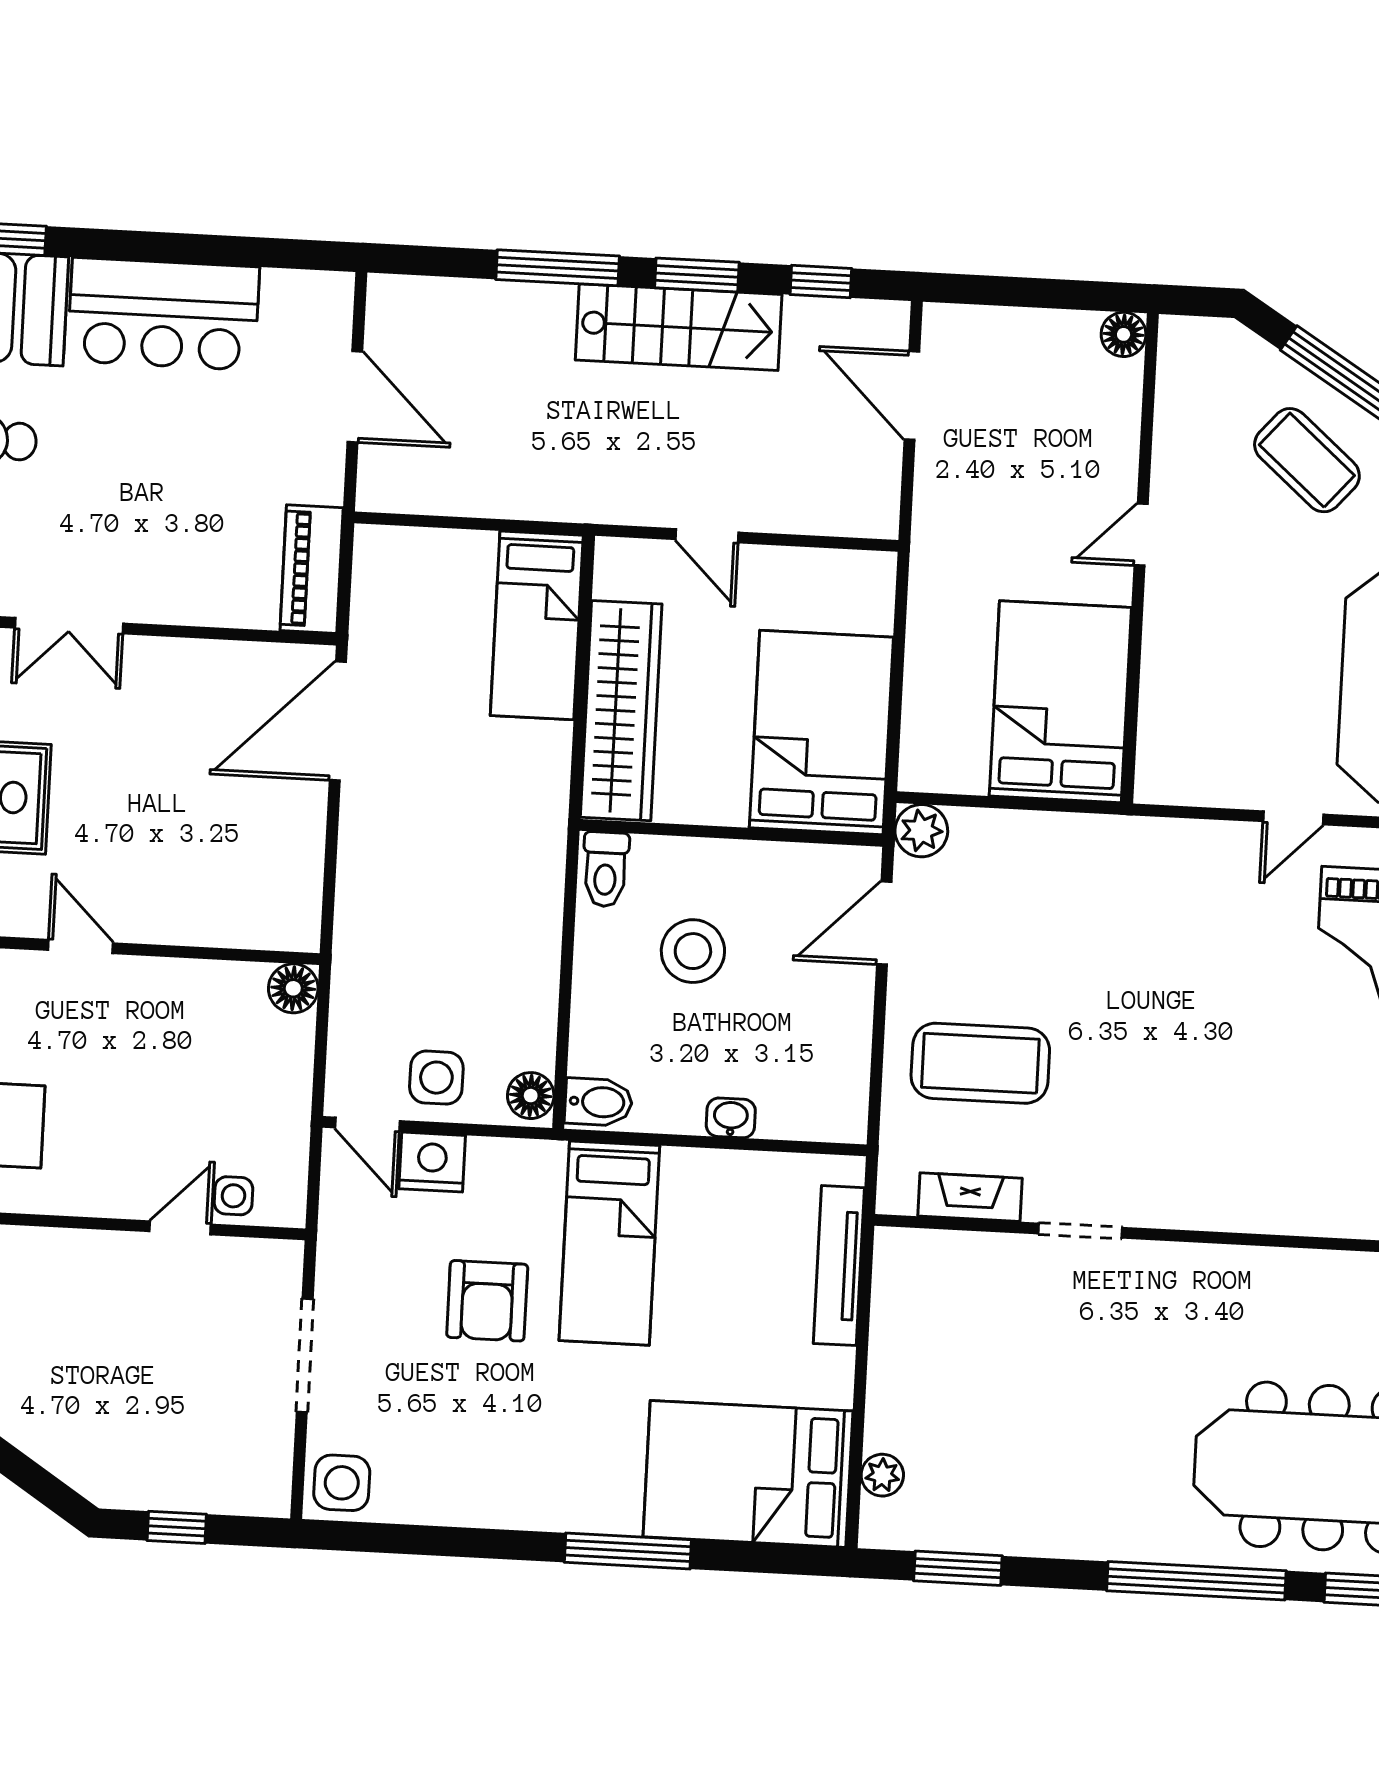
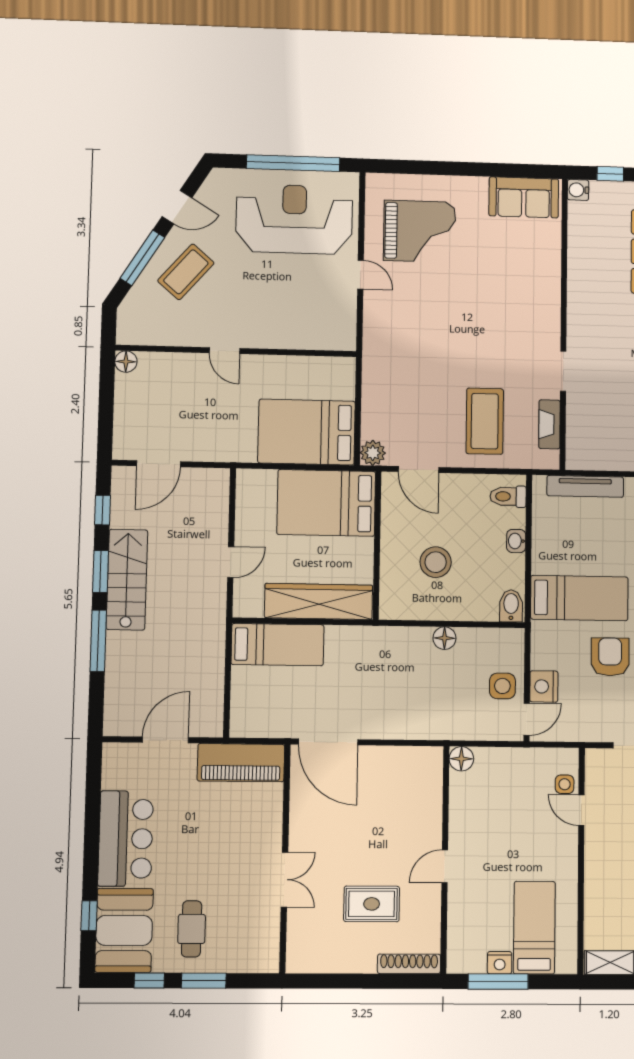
piano: (312, 569) -> (241, 763), width x1.37, depth x1.33
bed: (1060, 702) -> (307, 432), moved
toilet: (605, 869) -> (508, 496), moved, turned 180
floor lamp: (531, 1096) -> (444, 638), moved
armchair: (487, 1301) -> (610, 657), turned -90

